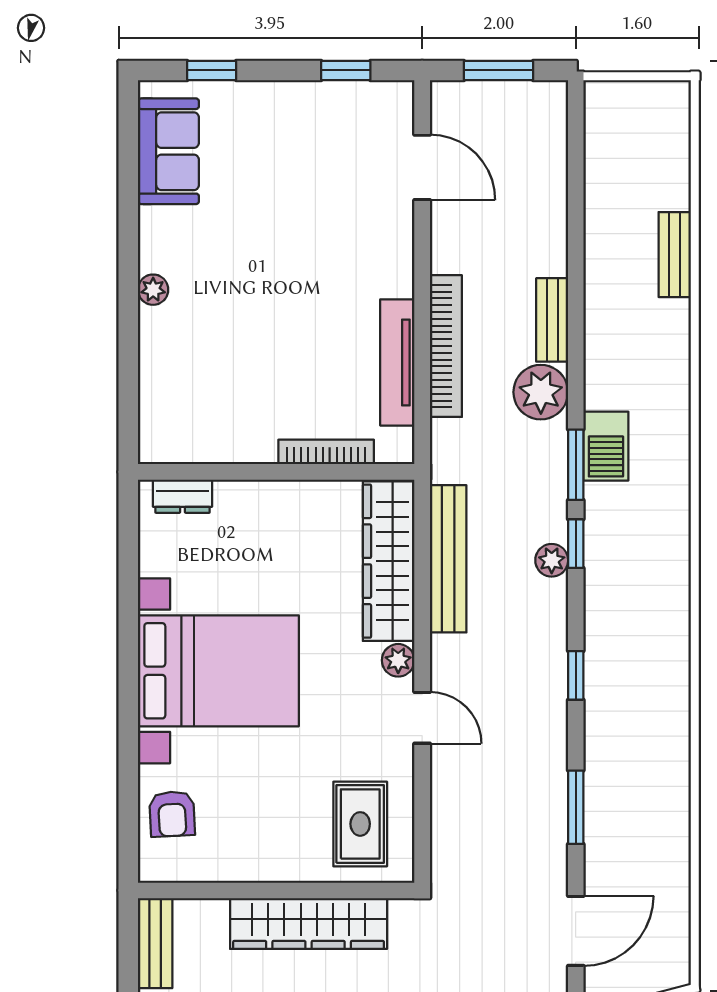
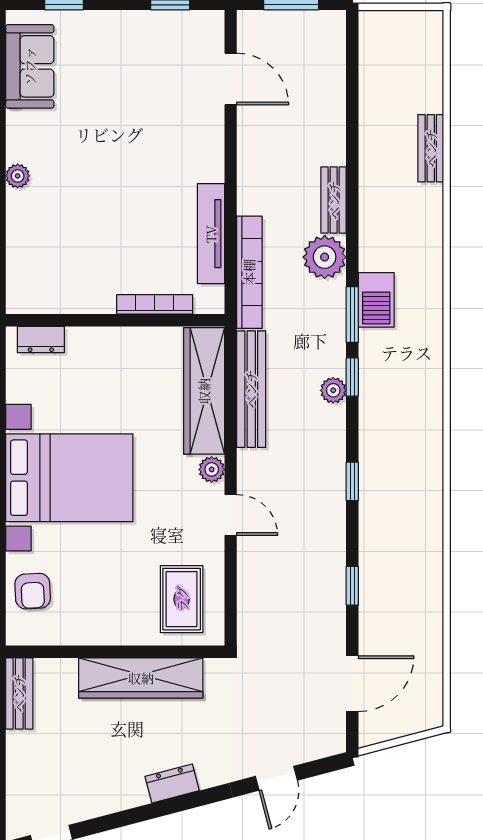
bookcase: (446, 346) -> (249, 272), moved
window: (576, 807) -> (352, 586), width x0.67

